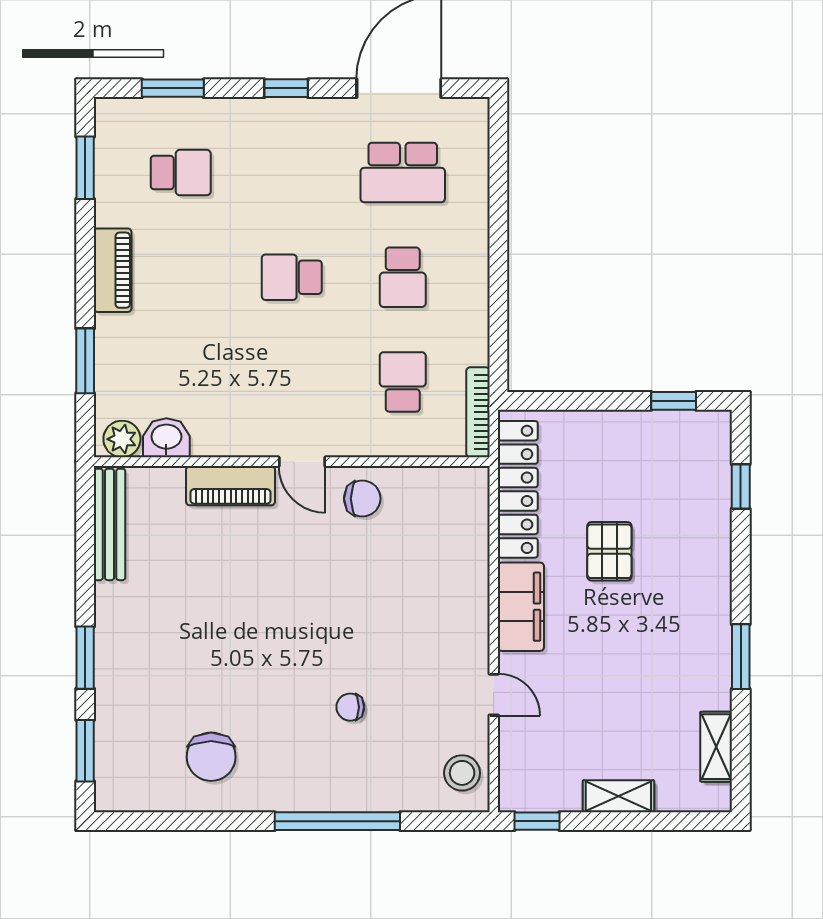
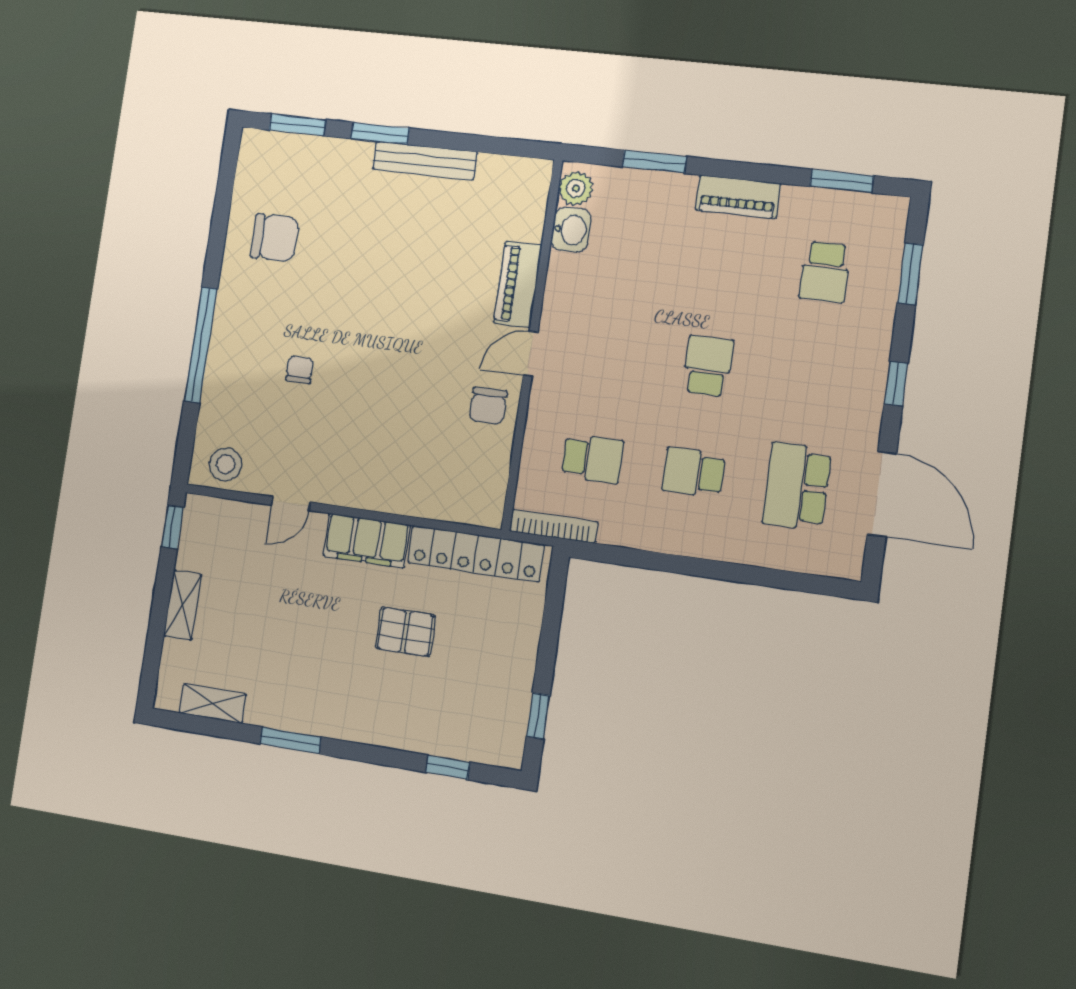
bench: (110, 524) -> (425, 161), moved
chair: (211, 757) -> (275, 238), turned 180

